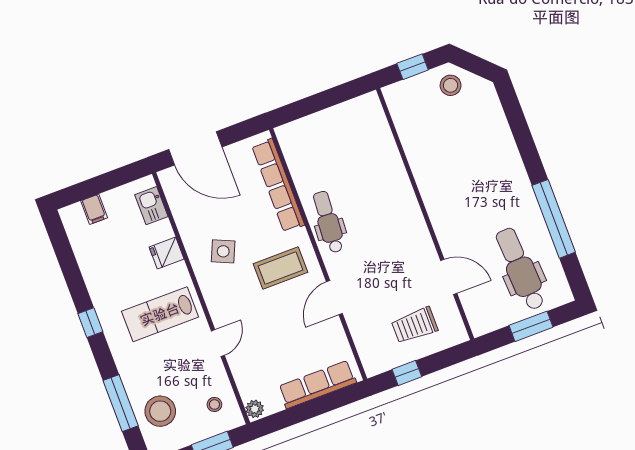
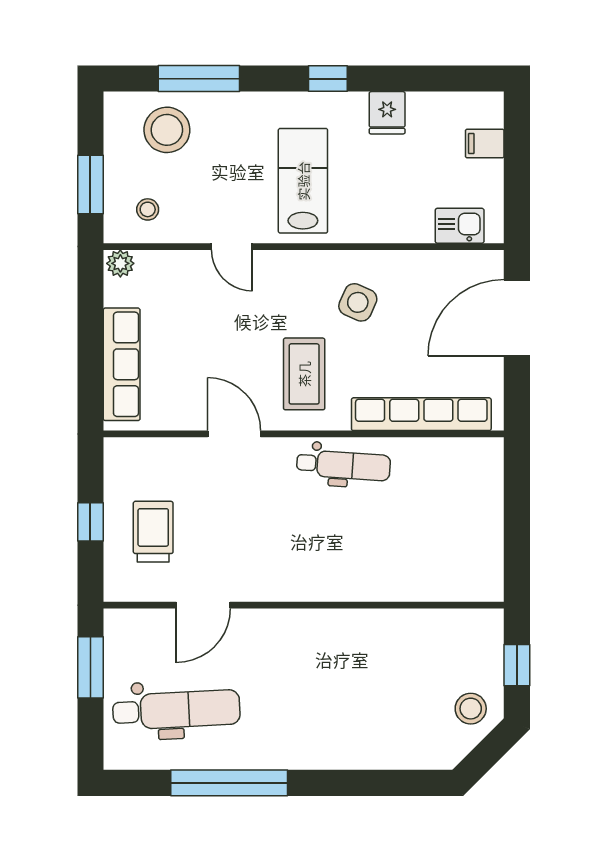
fridge: (167, 253) -> (387, 113), moved, turned 180
window: (531, 326) -> (90, 667), moved
window: (407, 373) -> (90, 522), moved

